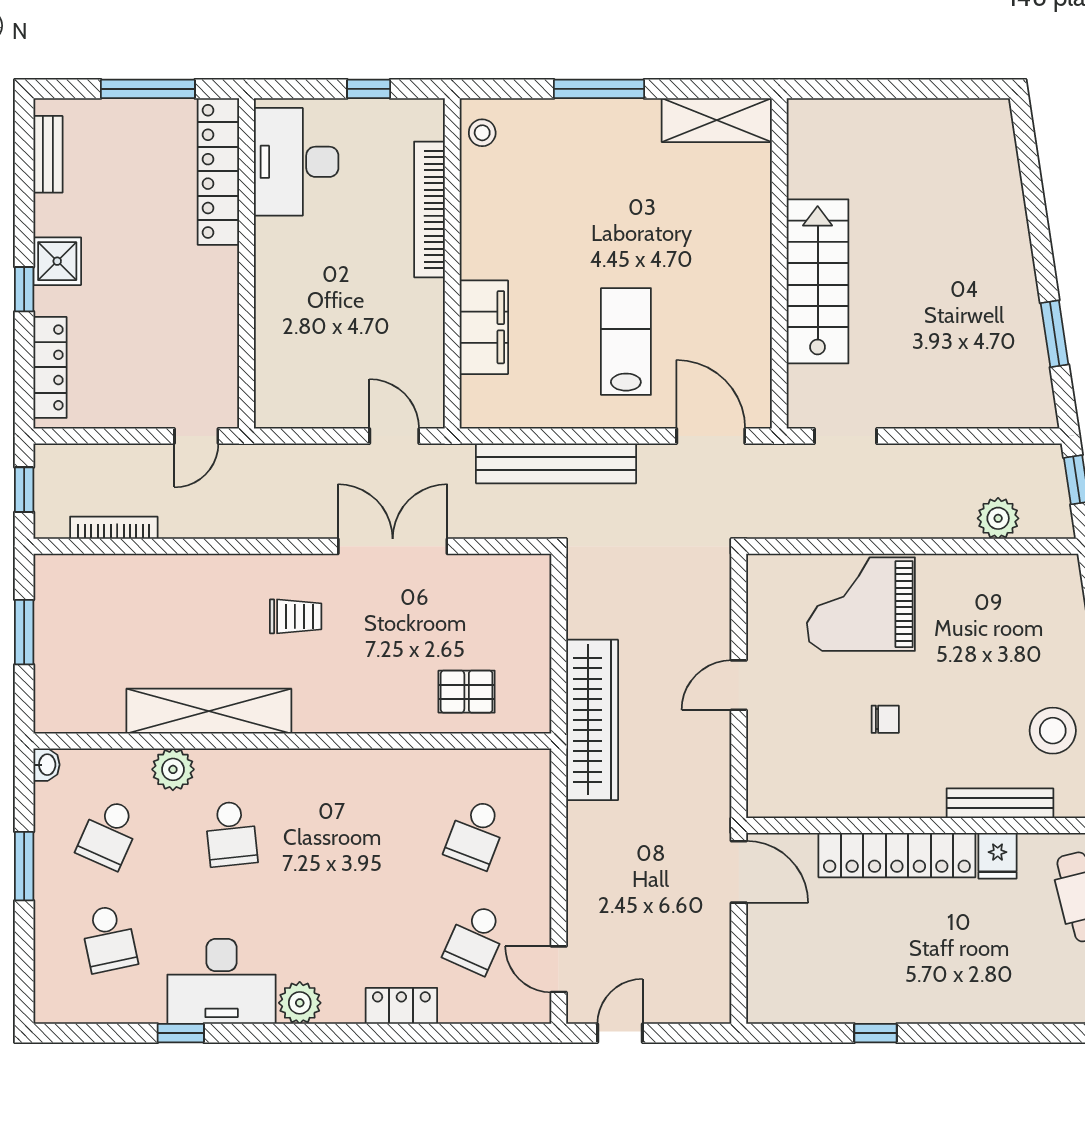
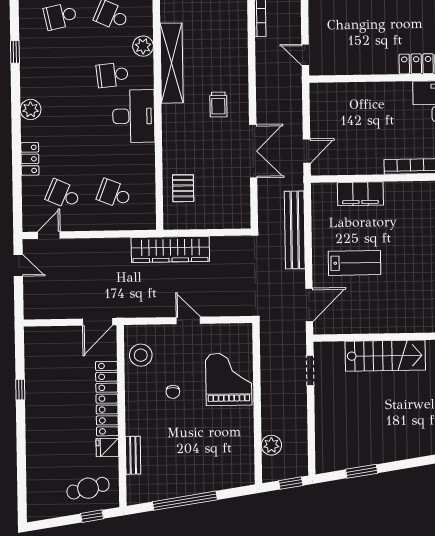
stool: (1053, 731) -> (141, 355), moved
bench: (1000, 803) -> (133, 455), width x0.73
desk: (222, 981) -> (134, 116), moved, turned 180

